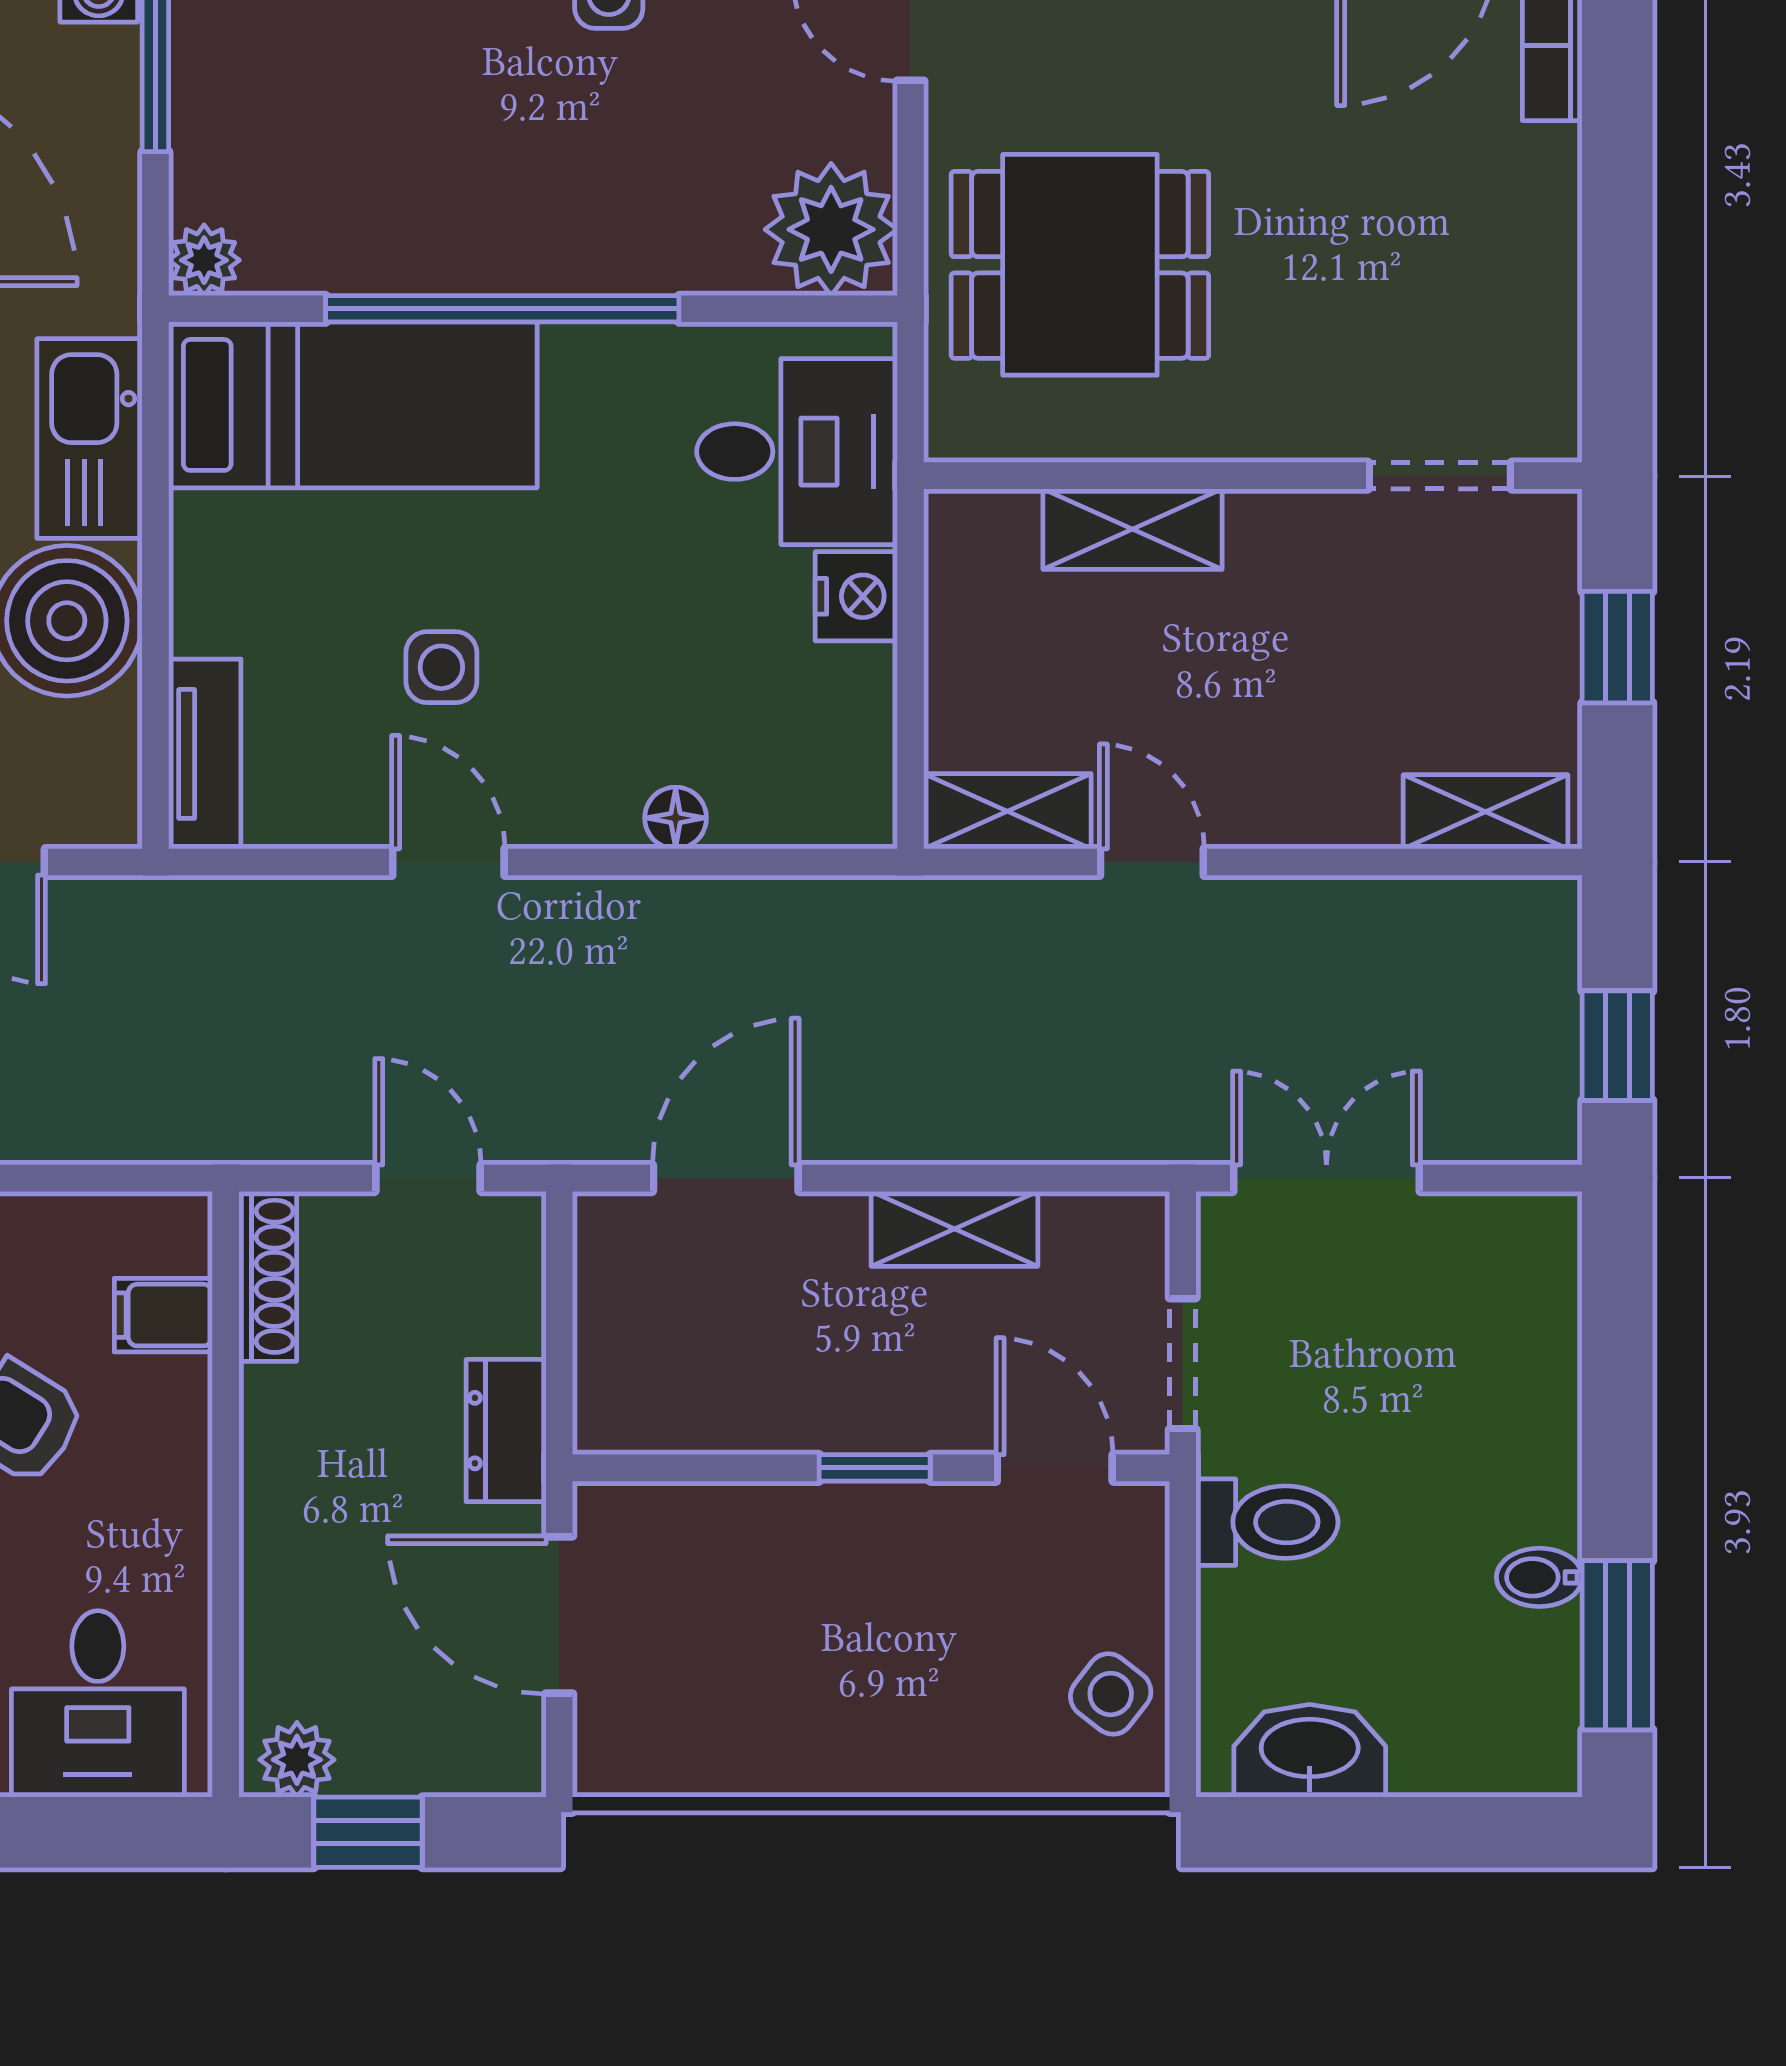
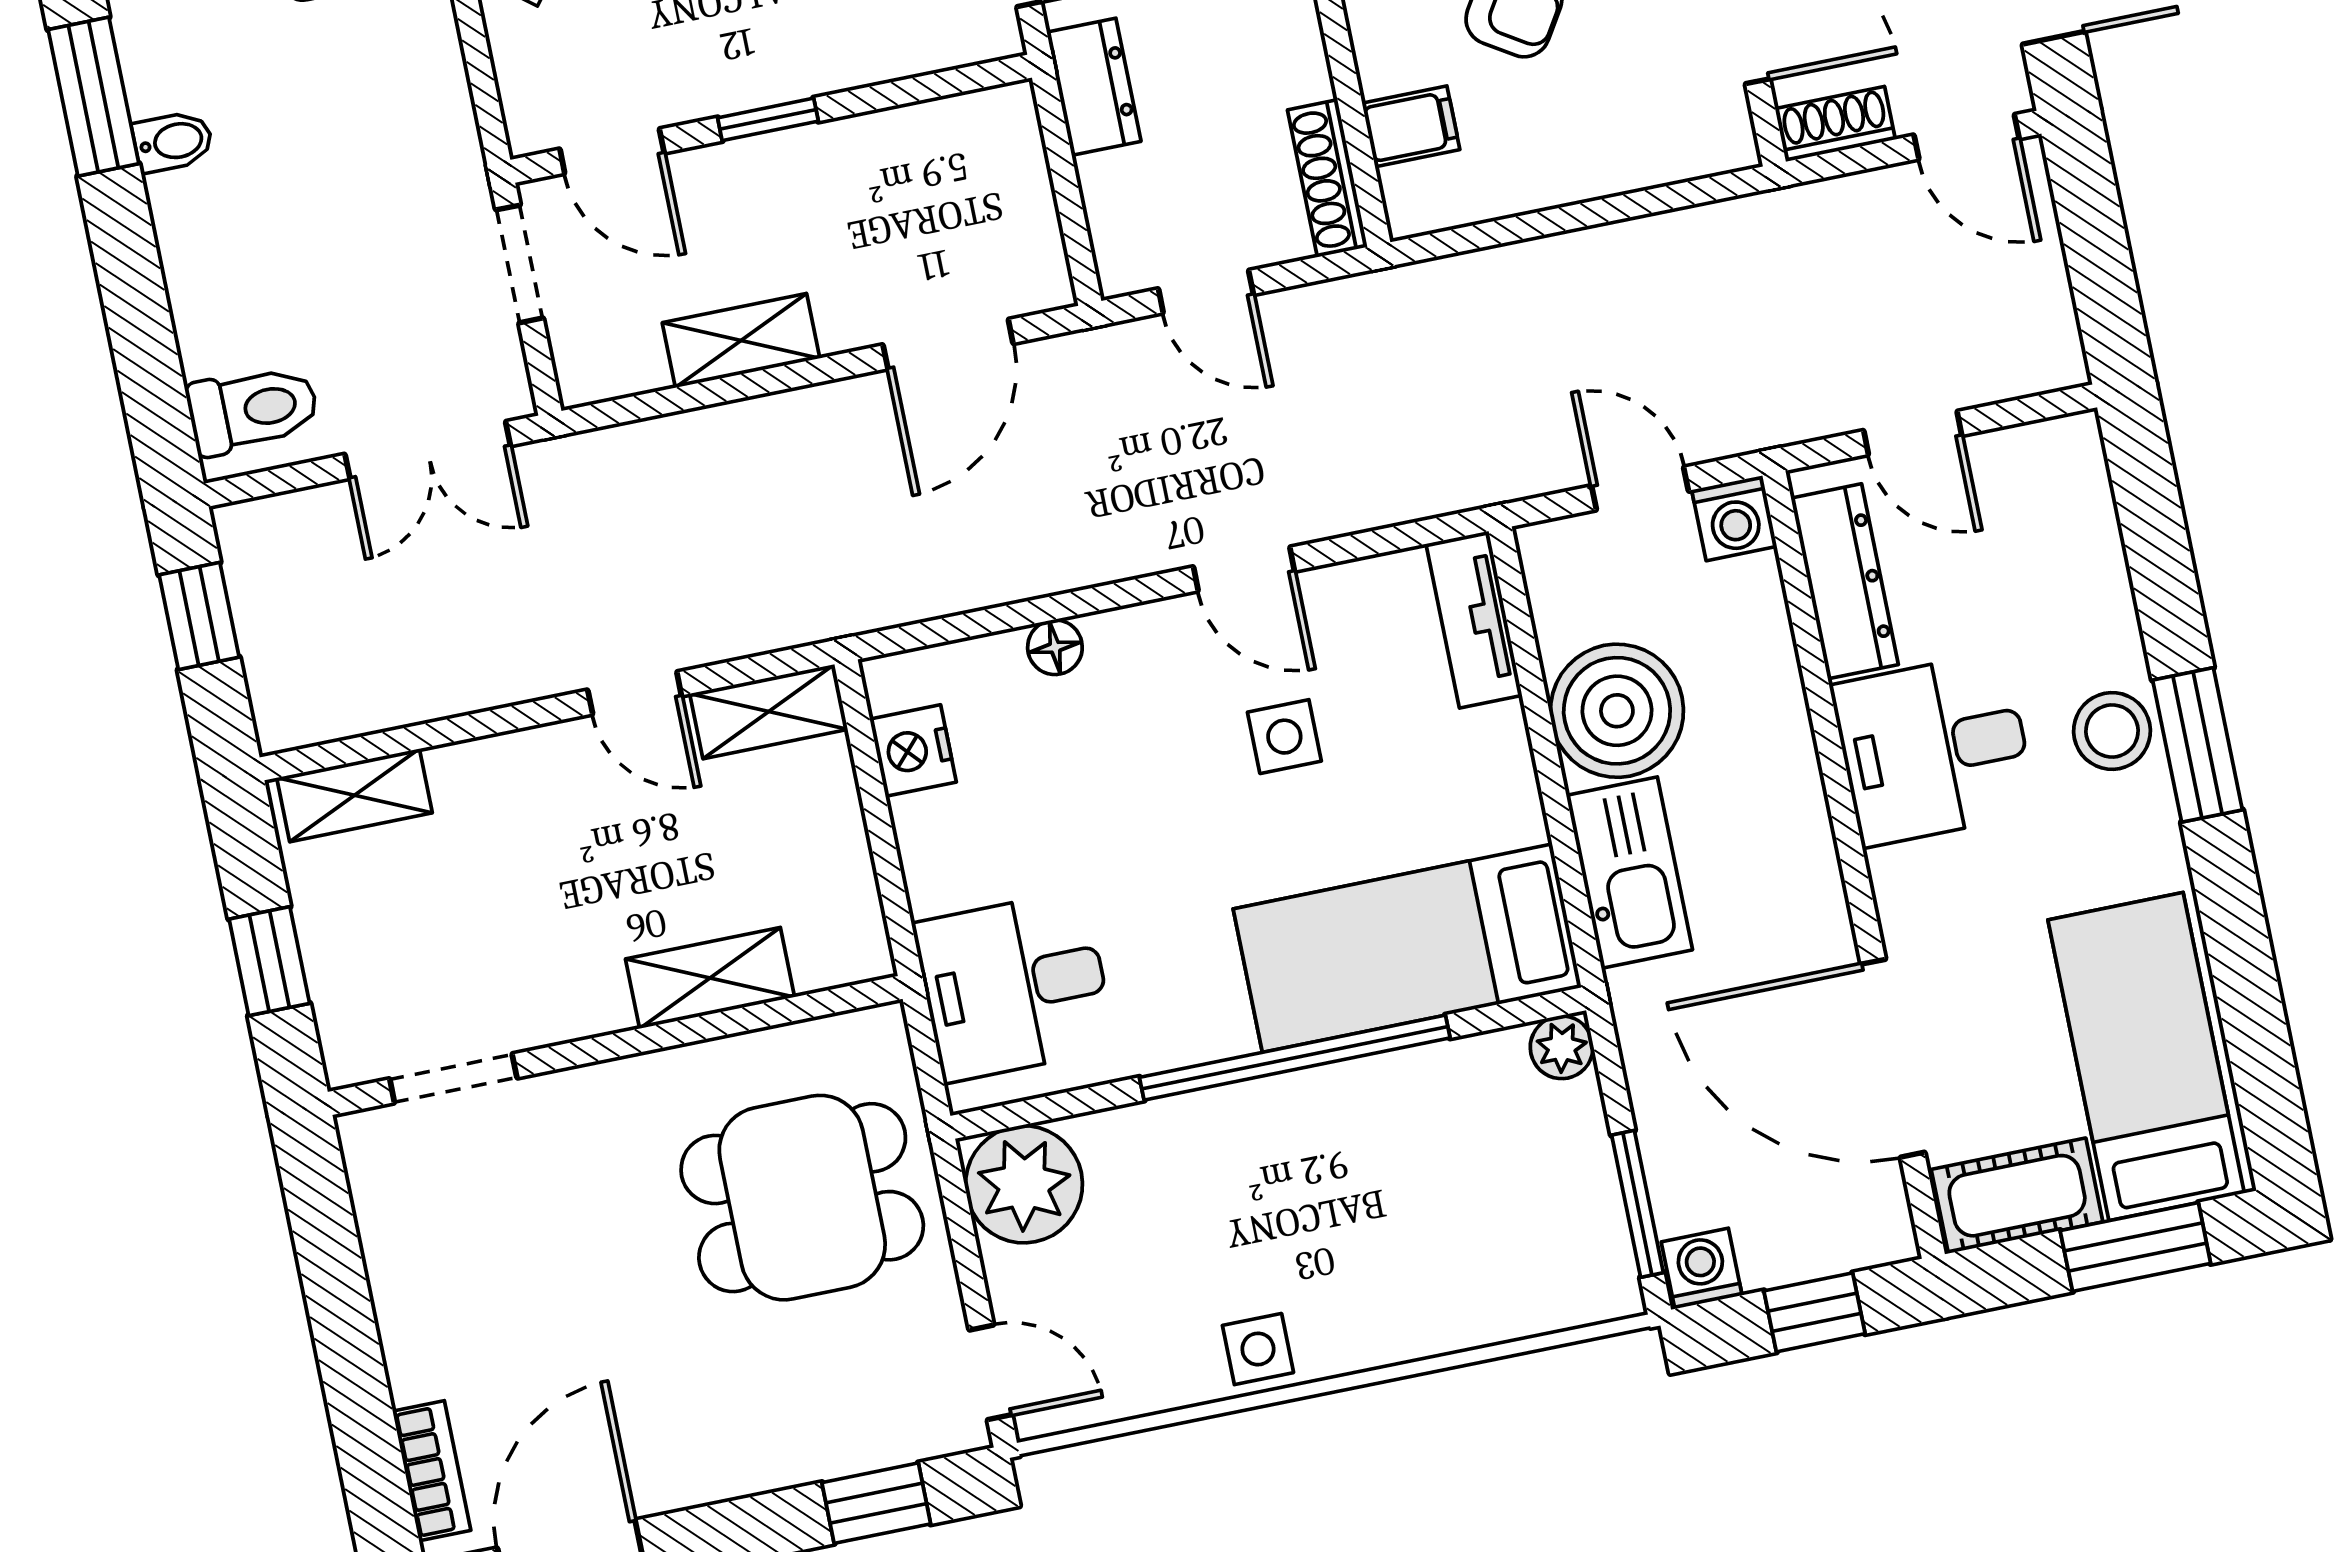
nightstand: (856, 596) -> (913, 751), moved
toilet: (1267, 1522) -> (253, 409), moved, turned 180

